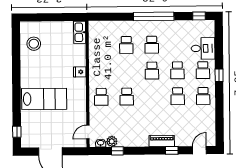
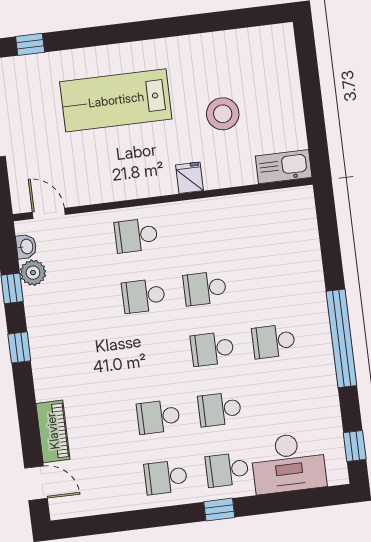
stool: (34, 44) -> (223, 114), moved
school desk: (126, 45) -> (205, 288), moved
desk: (203, 48) -> (288, 463), width x1.37
lab bench: (44, 99) -> (116, 100), turned 90
piano: (162, 141) -> (53, 431), moved
window: (172, 150) -> (19, 347), moved

